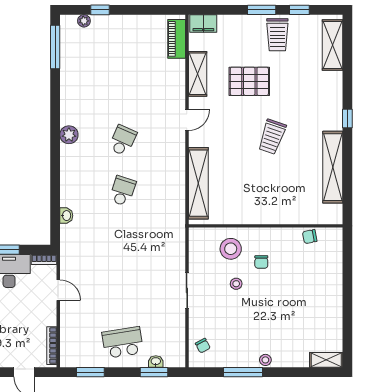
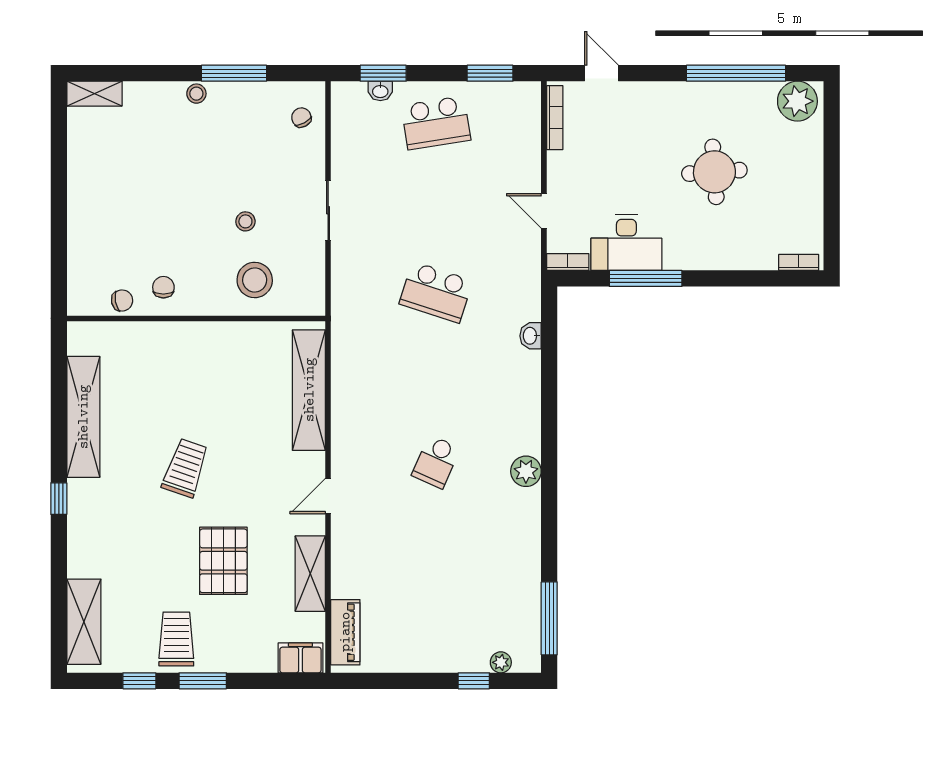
pallet: (249, 81) -> (223, 561), turned 90
school desk: (123, 191) -> (436, 292), moved, width x1.85
chair: (261, 262) -> (163, 287), moved

